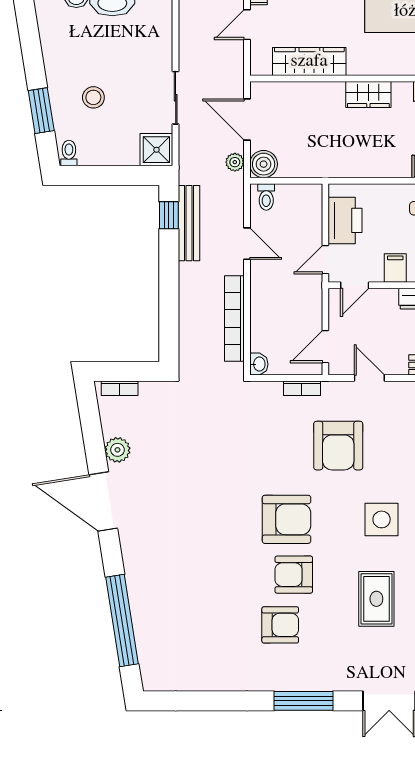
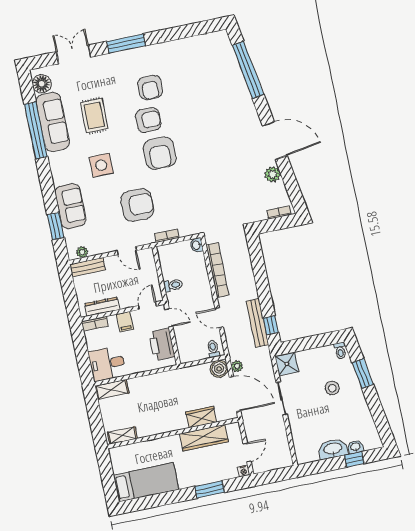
wardrobe: (368, 94) -> (201, 417), moved
door: (247, 120) -> (235, 394), width x1.36
door: (325, 260) -> (169, 318), hinge flipped
toilet: (308, 309) -> (173, 285), added
door: (325, 347) -> (158, 264), removed
armchair: (338, 446) -> (137, 205), turned 90
armchair: (286, 519) -> (160, 153), turned -90
armchair: (280, 625) -> (150, 87), turned -90

